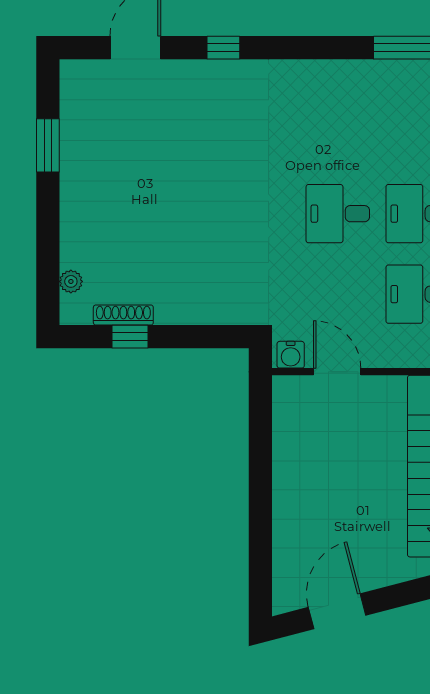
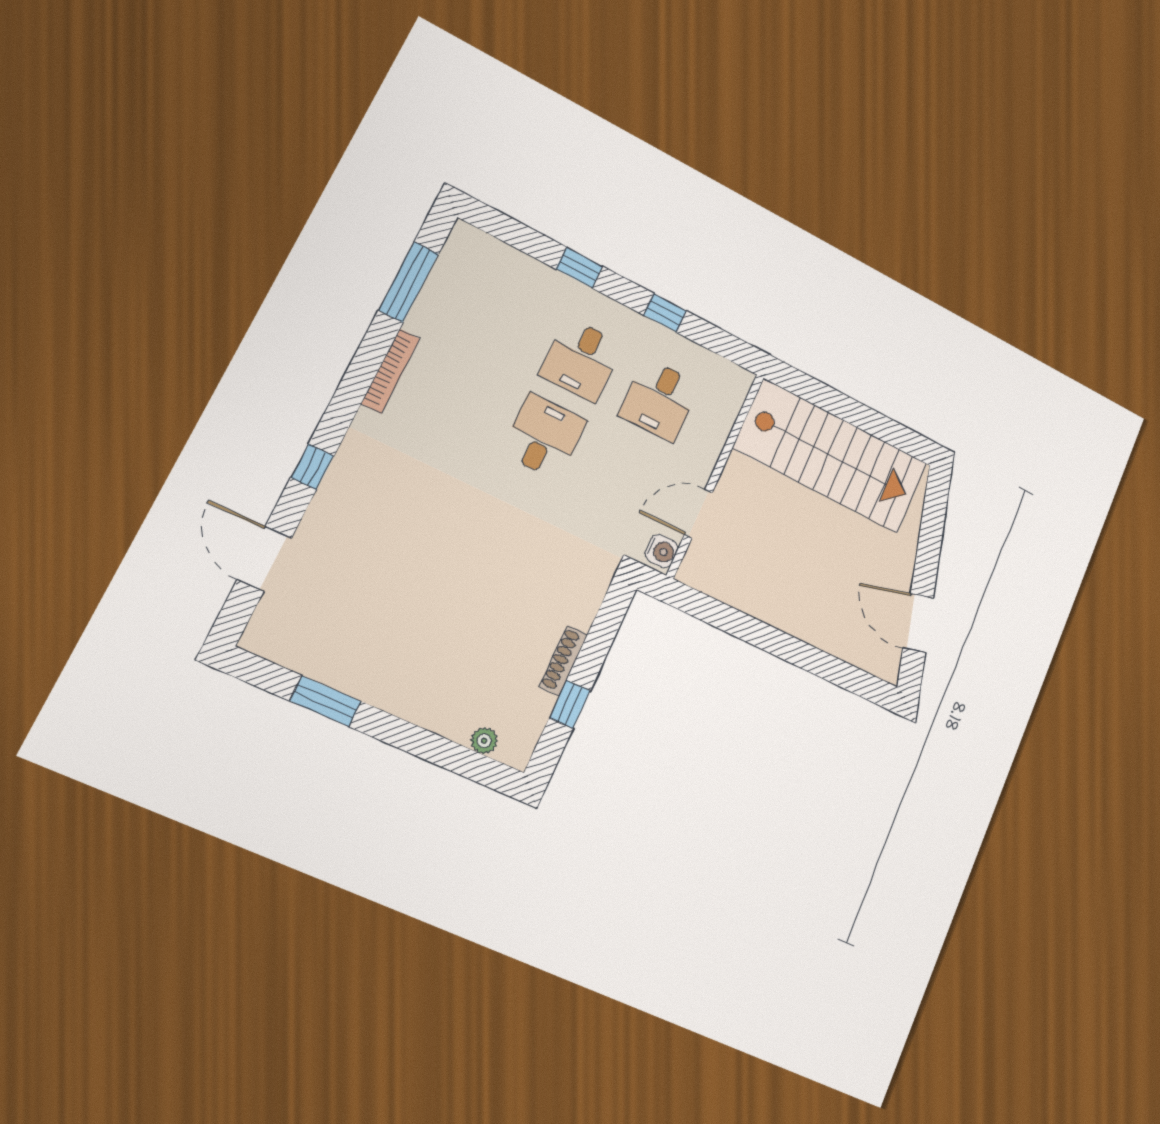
bookcase: (329, 69) -> (391, 371), added
desk: (338, 214) -> (544, 437), turned 180
shoe rack: (123, 315) -> (563, 660), moved

